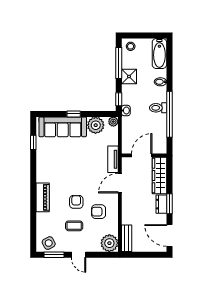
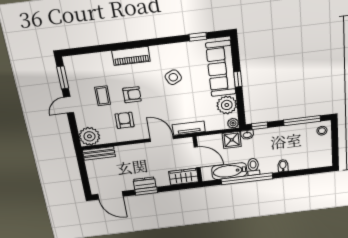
bathtub: (159, 53) -> (229, 171), moved
shower: (129, 77) -> (232, 140), moved
wardrobe: (159, 176) -> (184, 177), width x0.67
door: (169, 236) -> (111, 195), swing flipped
side table: (49, 243) -> (173, 77), moved

